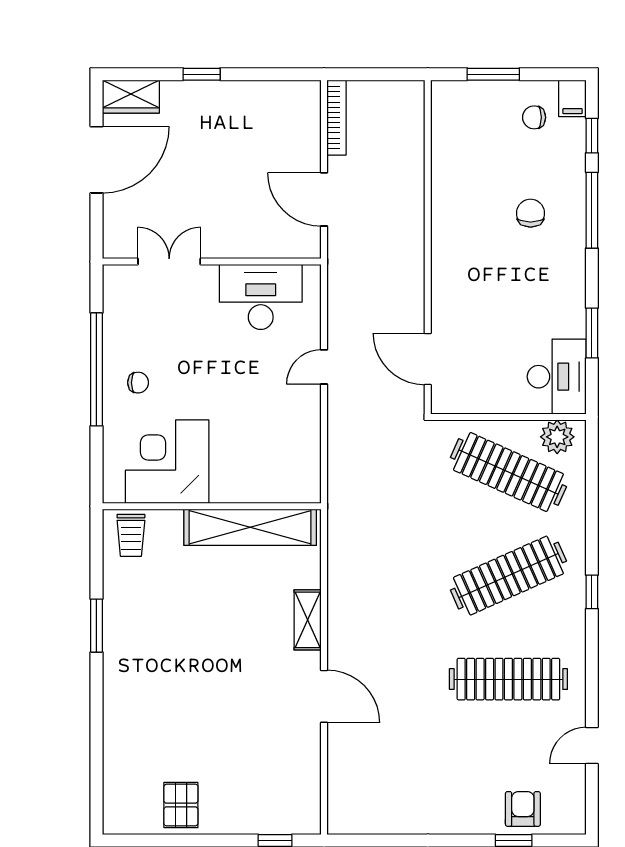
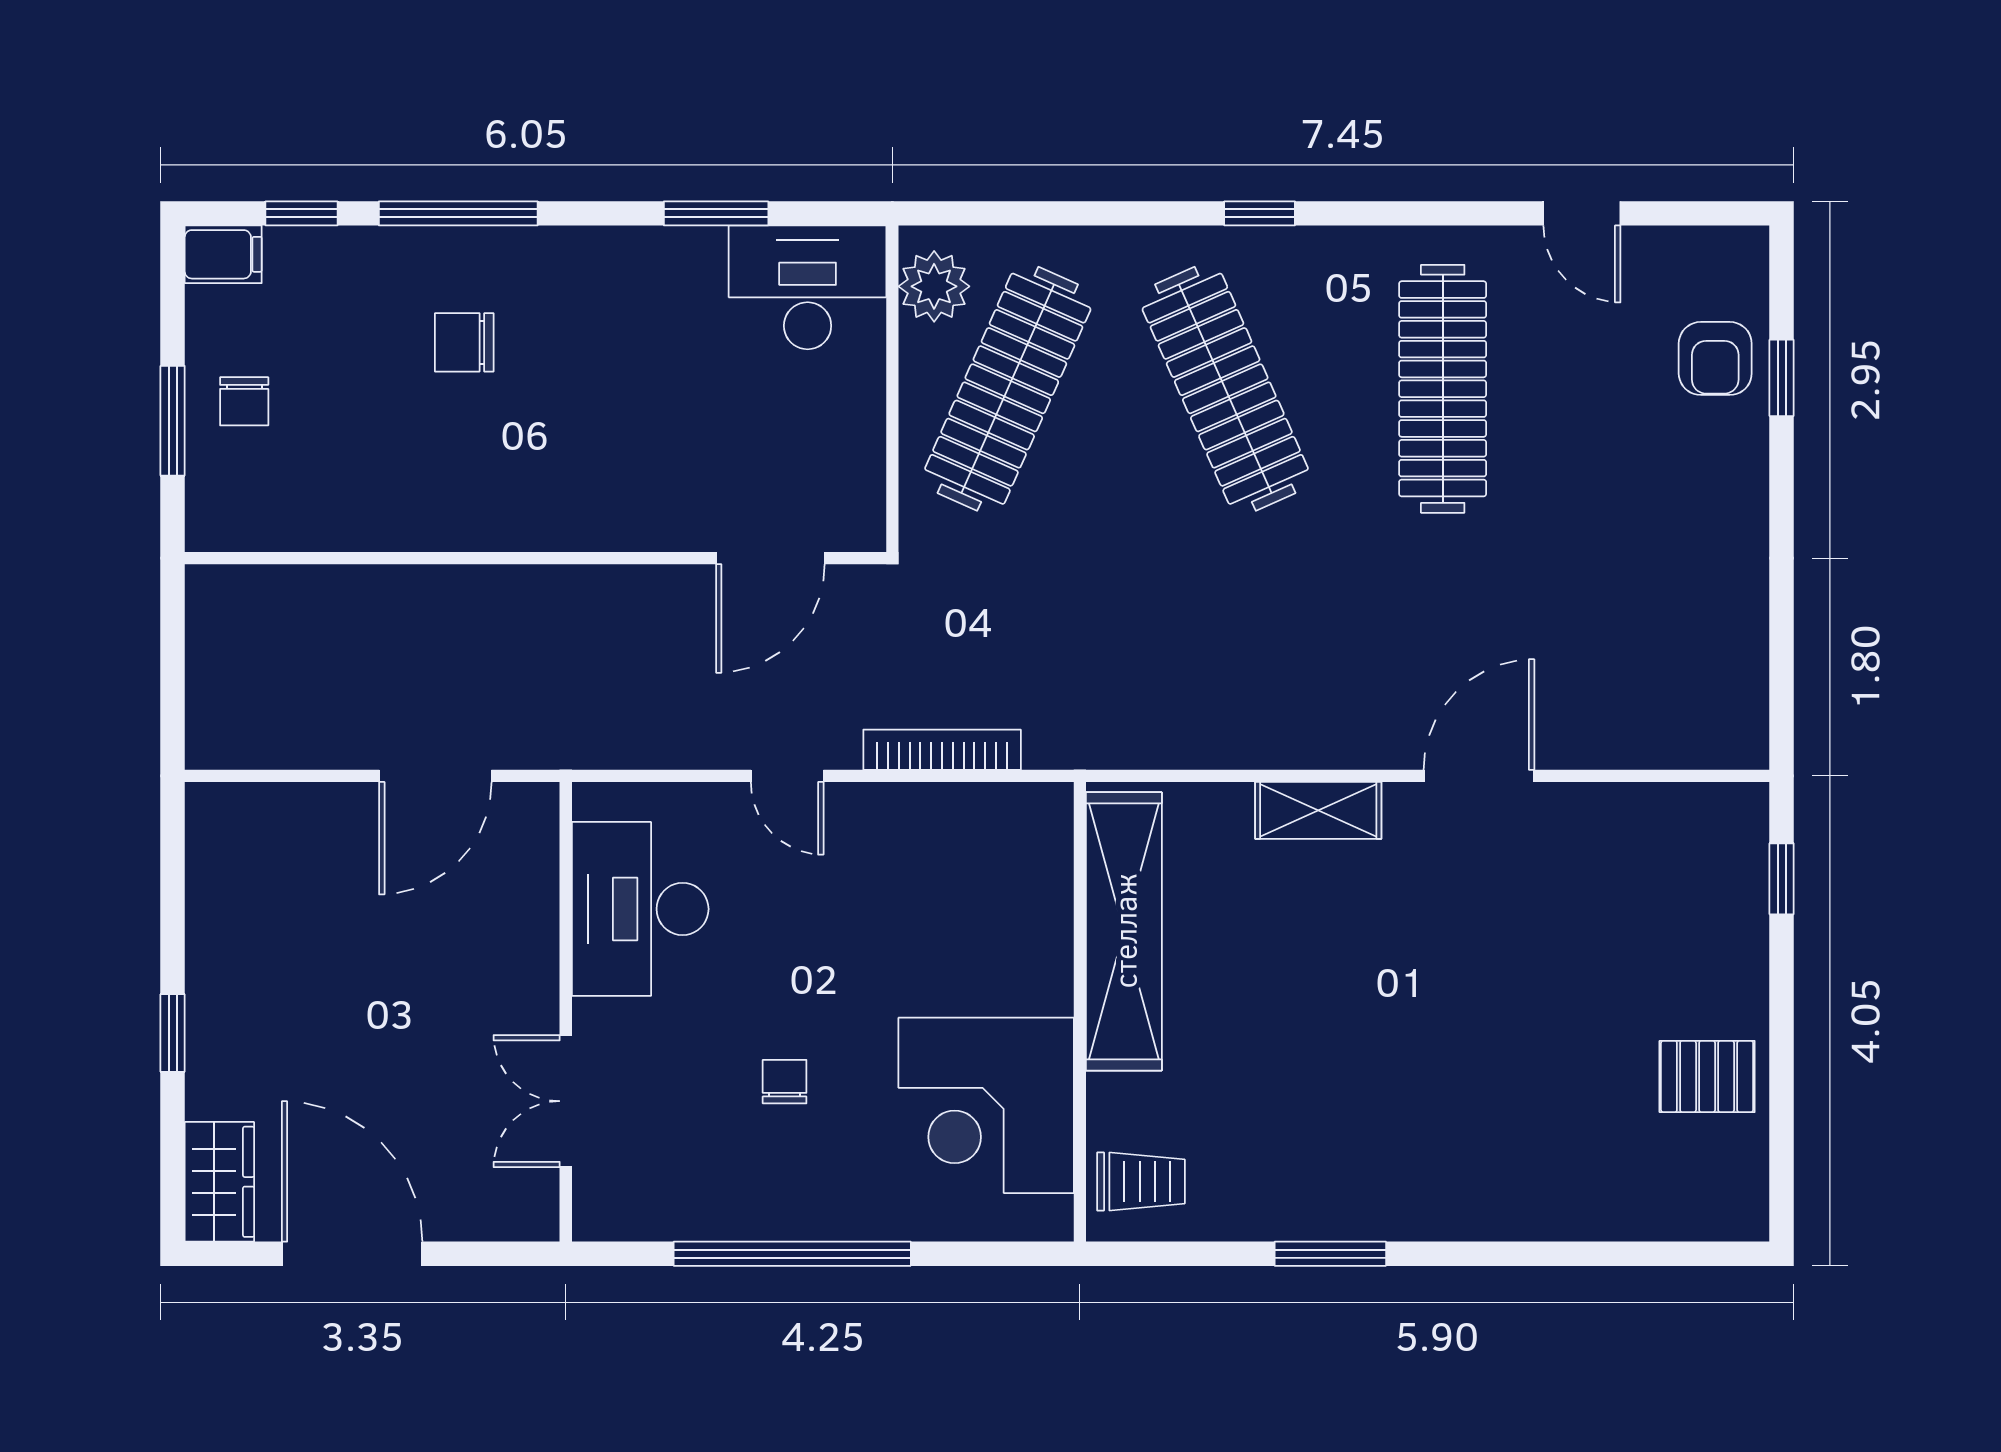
chair: (534, 117) -> (244, 401), moved
bookcase: (337, 118) -> (942, 750), moved
chair: (138, 383) -> (785, 1082), moved
armchair: (523, 809) -> (1715, 358), turned -90

